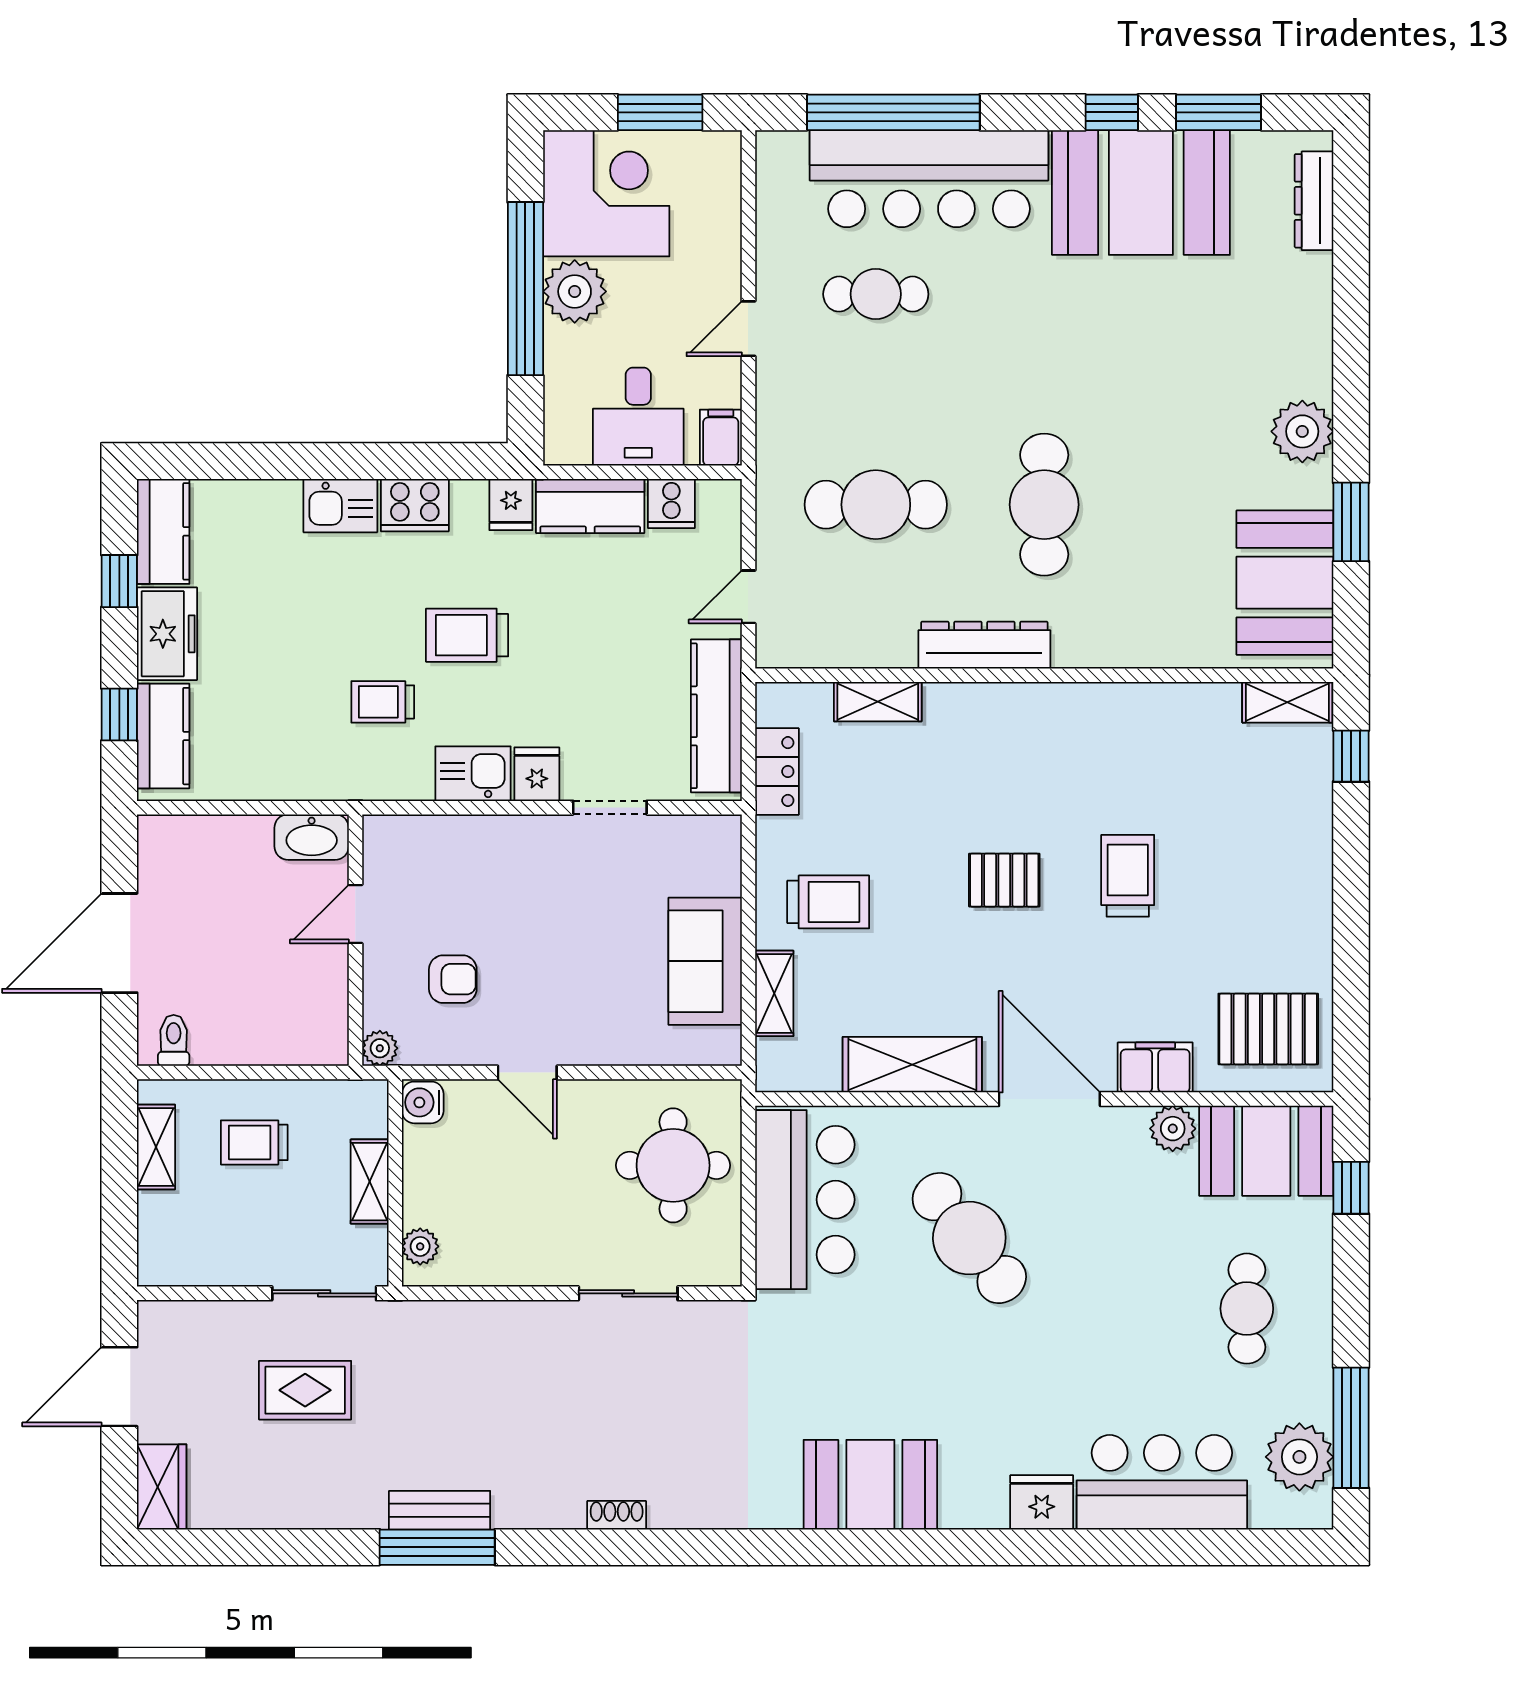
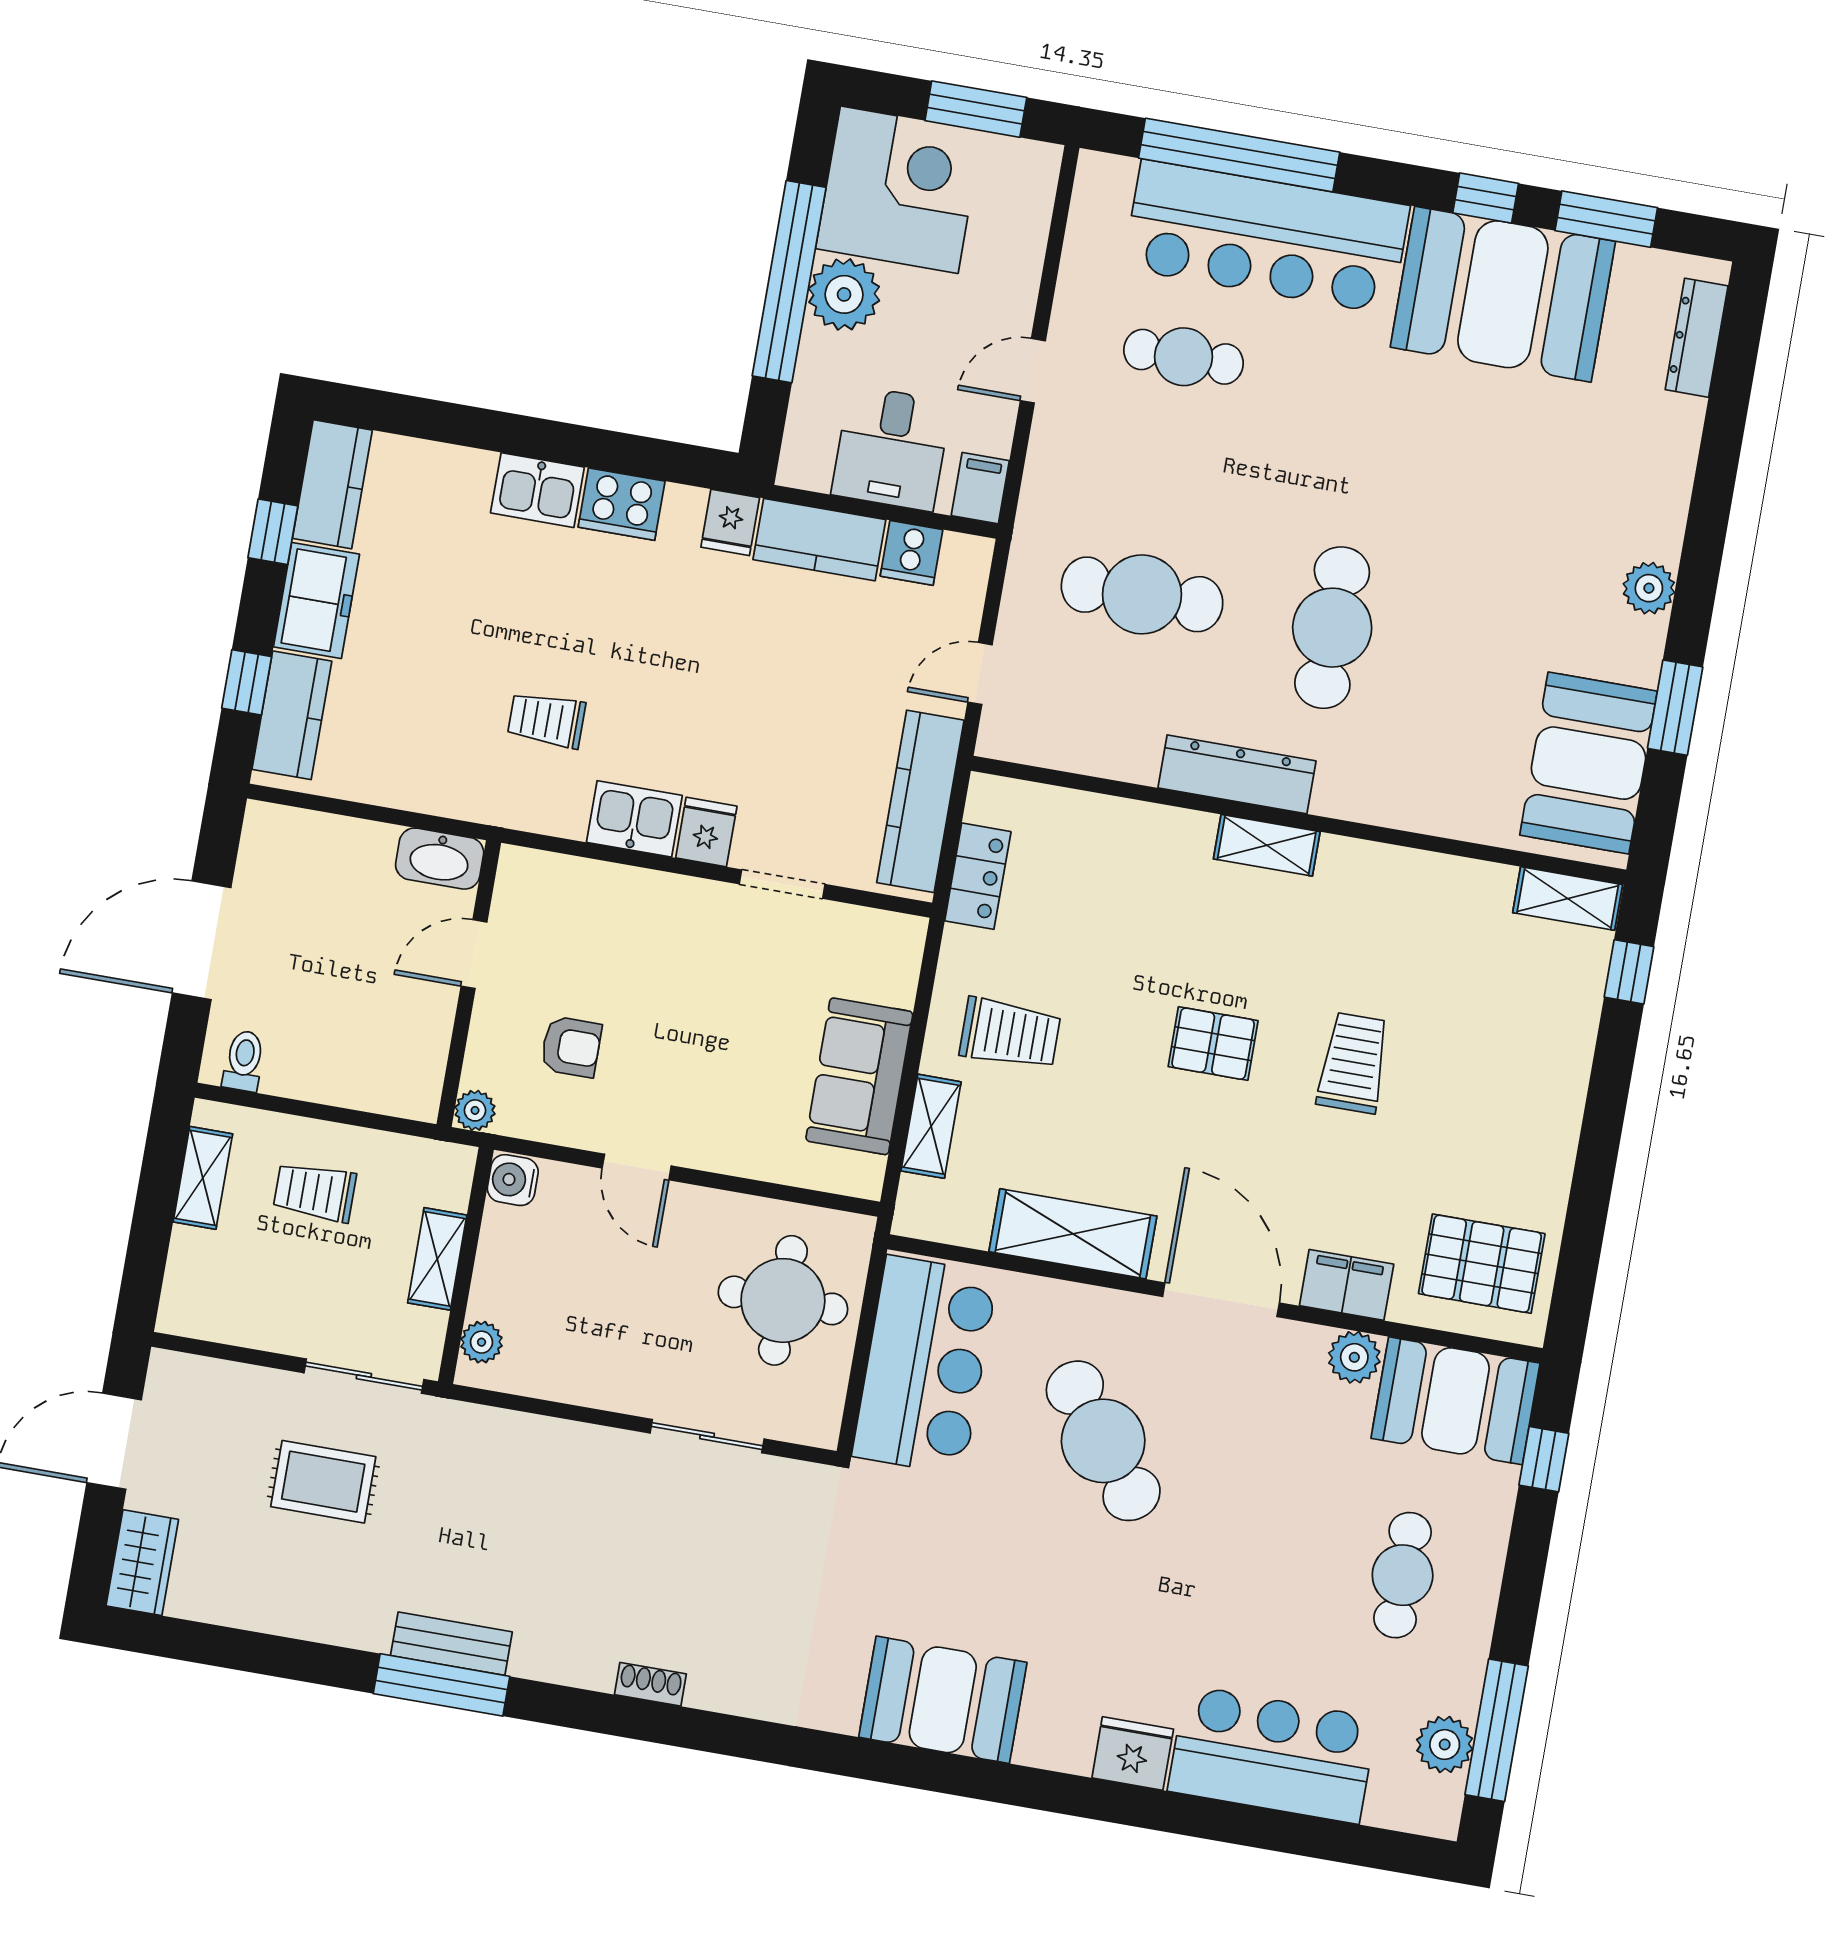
plant: (1302, 431) -> (1649, 588), width x0.73, depth x0.73
trolley: (467, 635) -> (655, 661), removed
shelving: (878, 702) -> (1267, 845), moved
plant: (1299, 1457) -> (1445, 1745), width x0.73, depth x0.73

